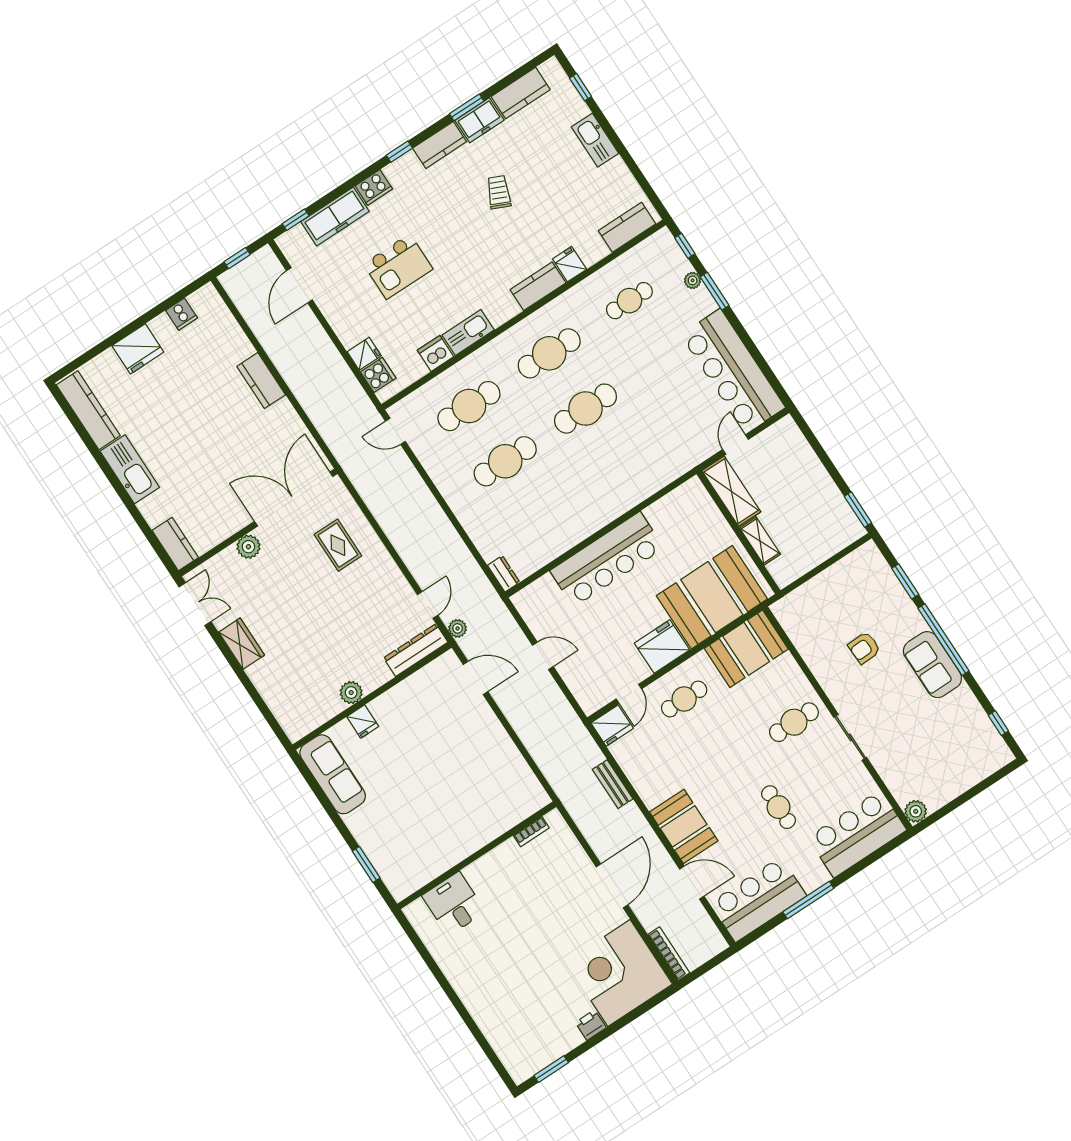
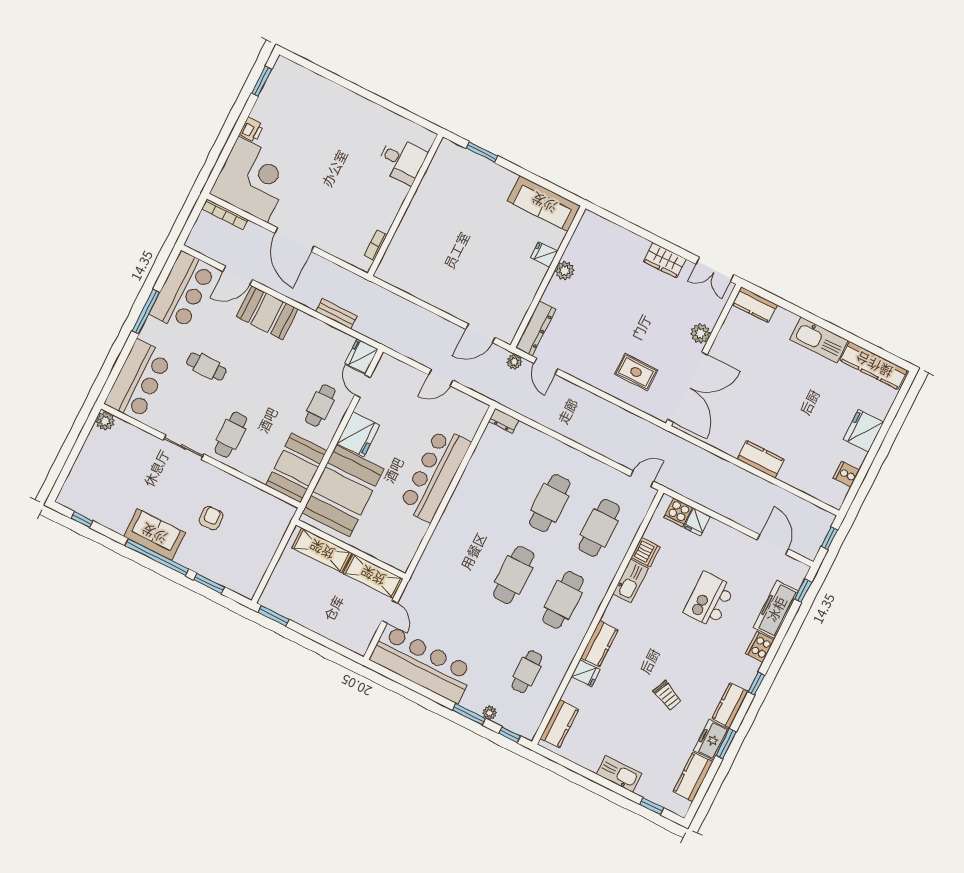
shelving: (760, 541) -> (322, 550), width x1.50, depth x1.33

